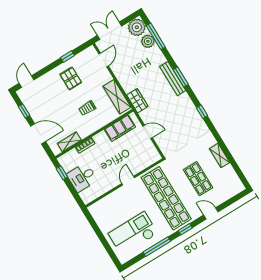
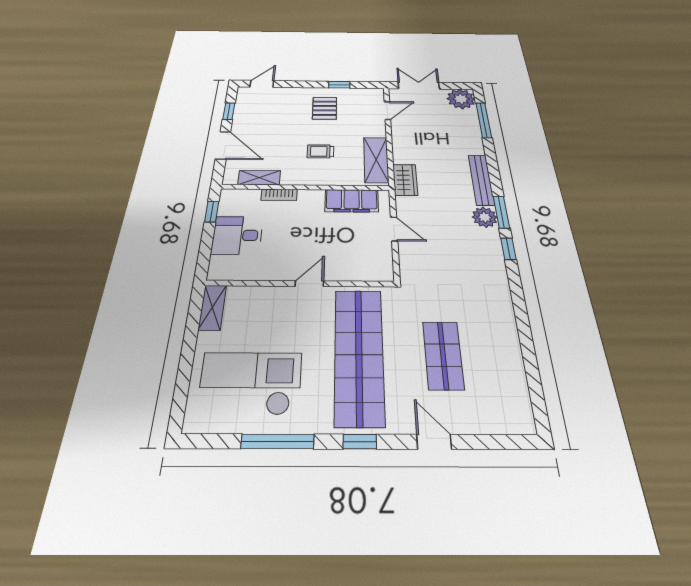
plant: (148, 41) -> (485, 217), moved
window: (181, 77) -> (501, 212), moved
shelving: (220, 156) -> (212, 307), moved

